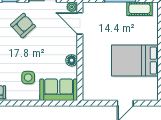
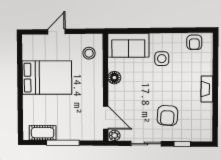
armchair: (23, 25) -> (167, 116), turned -44
stool: (95, 83) -> (89, 53), added

